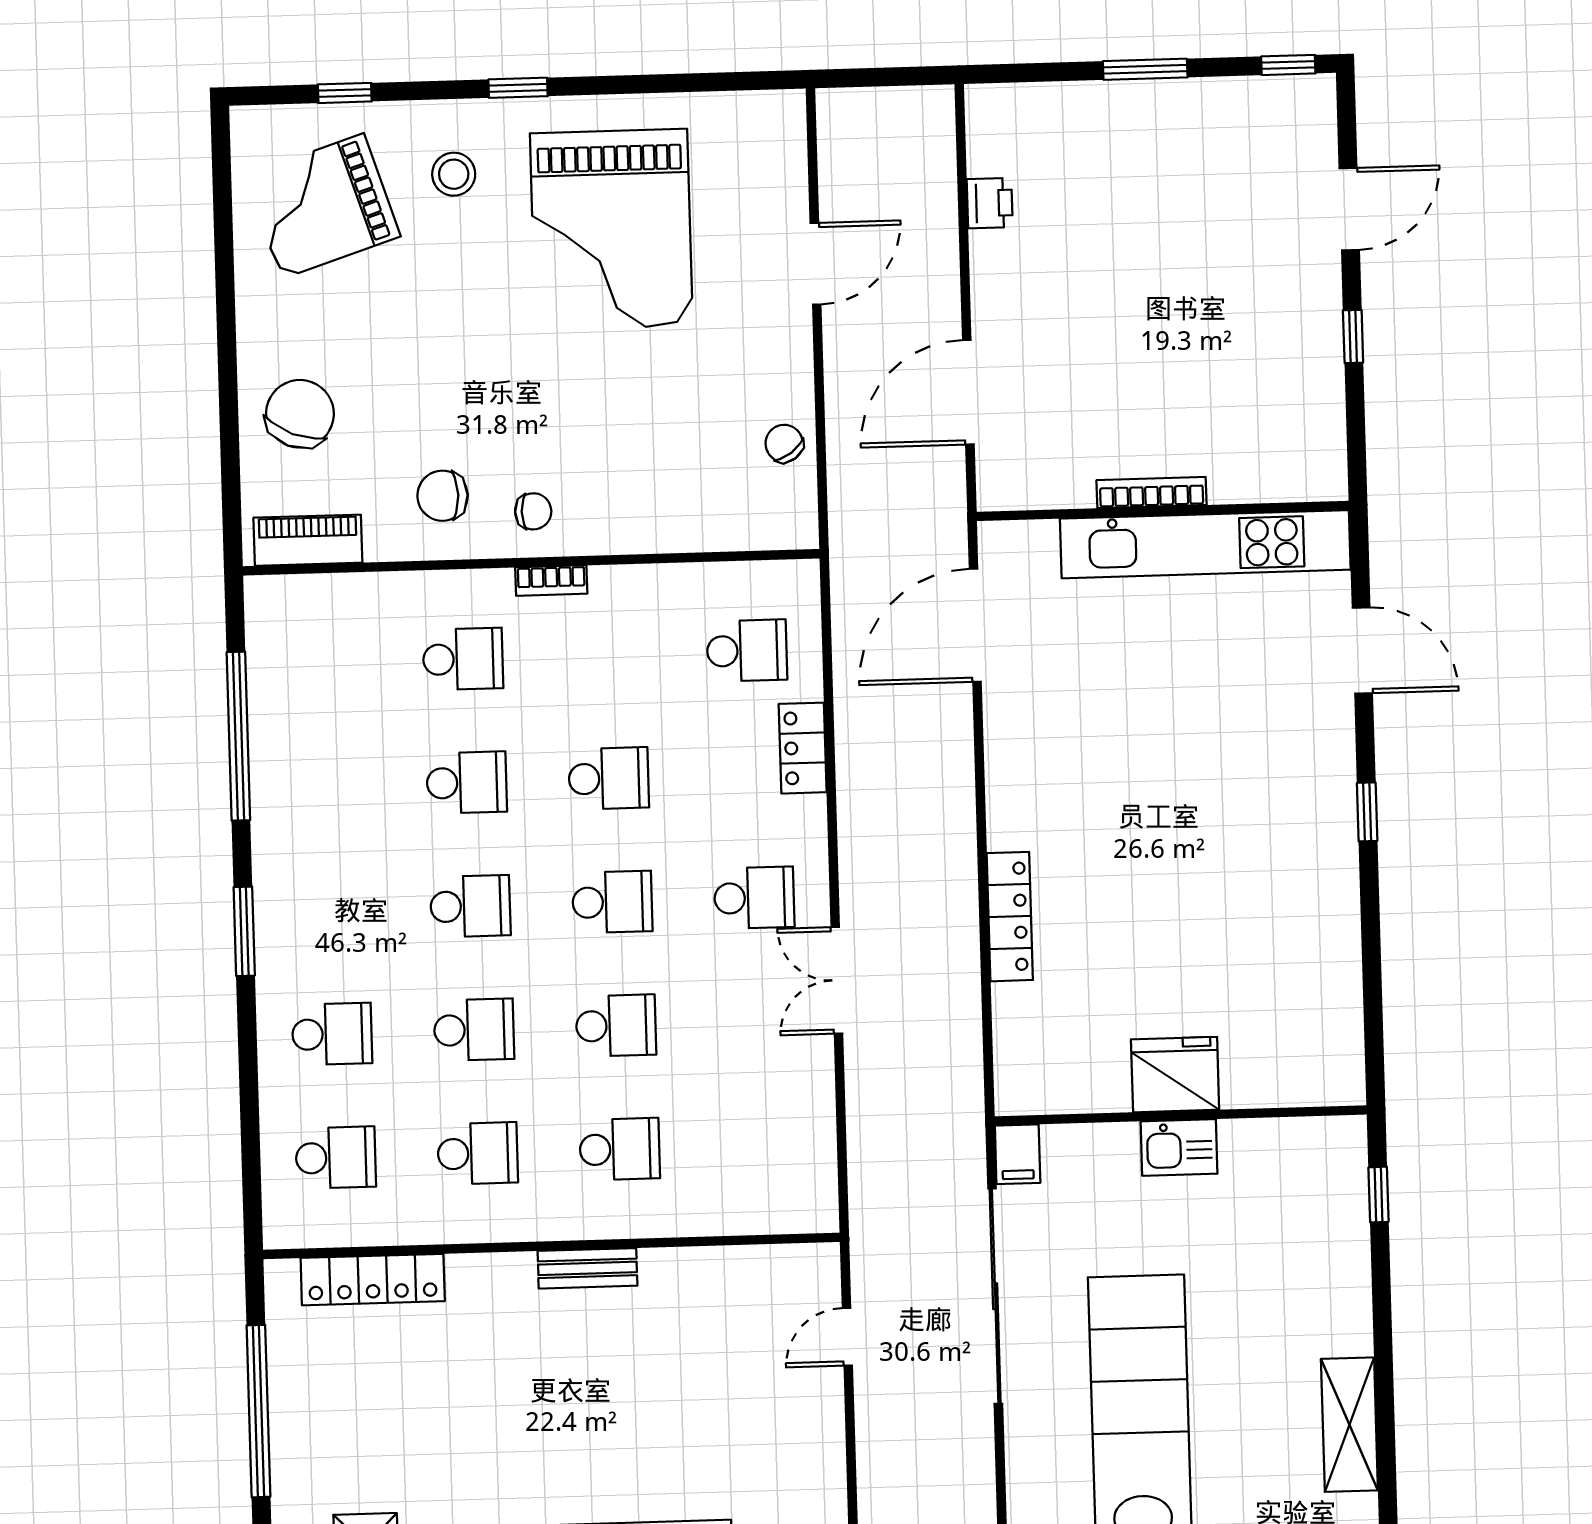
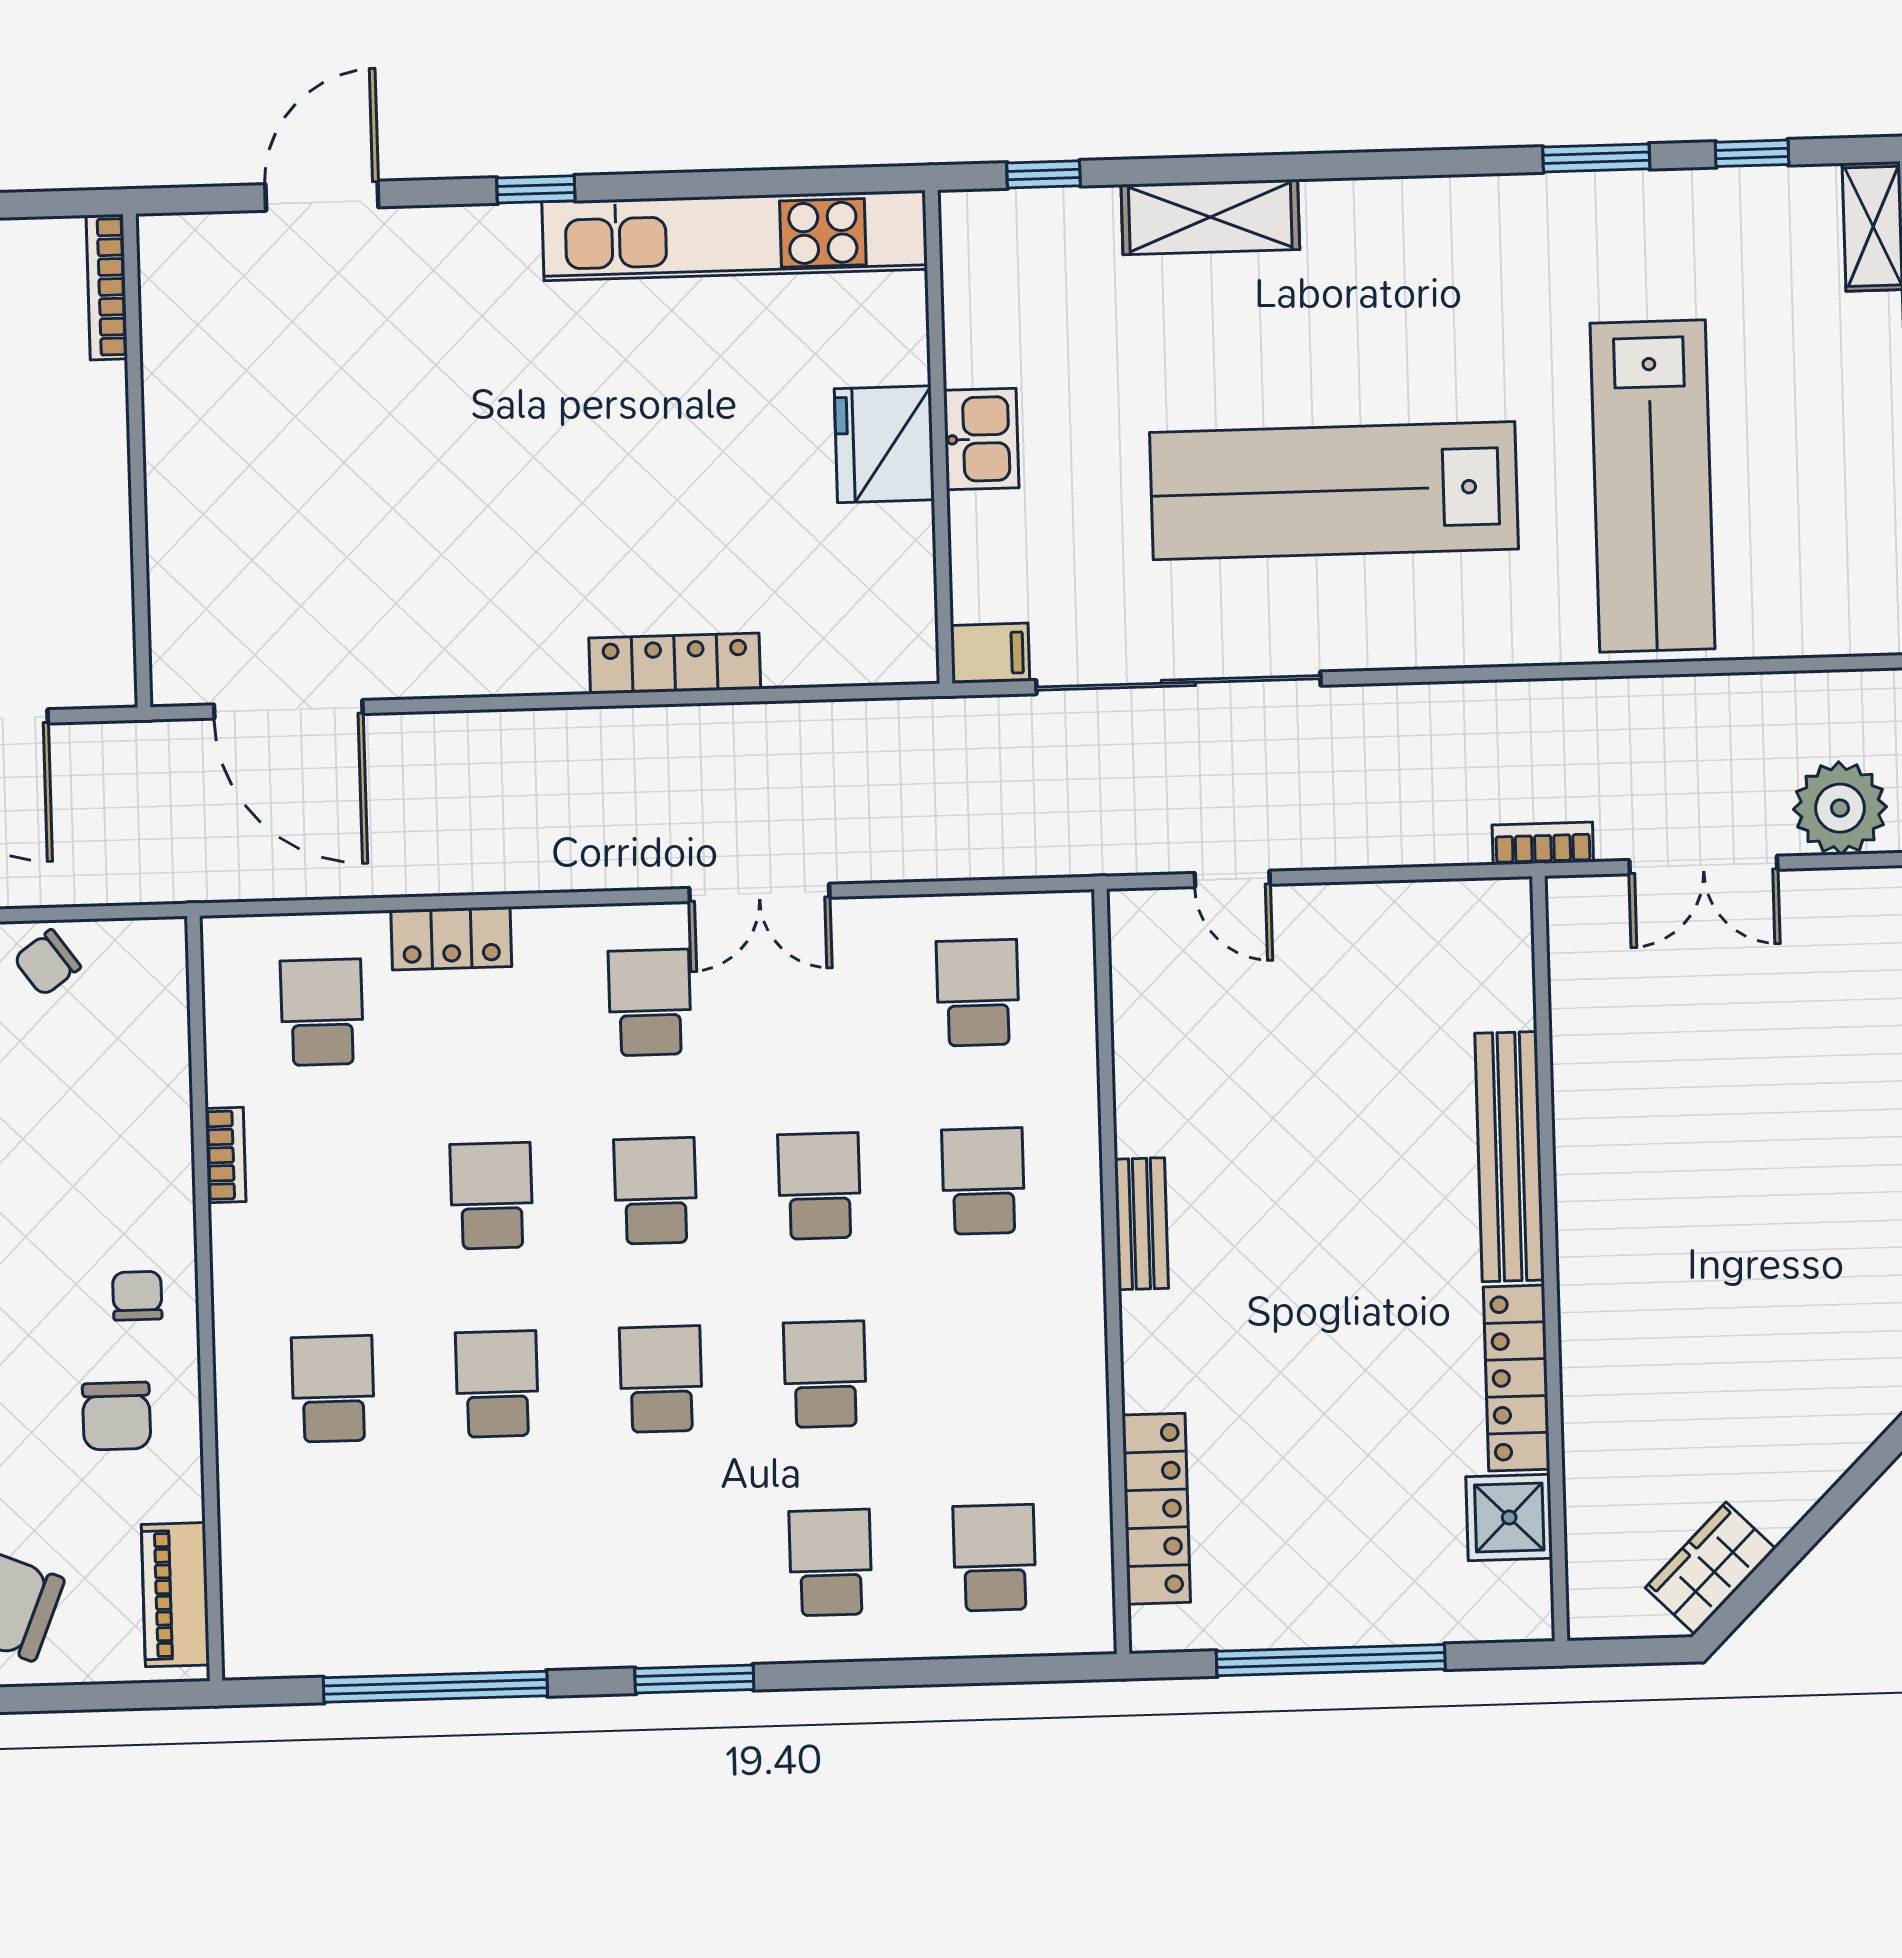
bookcase: (1151, 493) -> (107, 287), moved
kitchen unit: (1205, 544) -> (735, 236), moved, turned 90
bookcase: (551, 581) -> (226, 1155), moved
school desk: (478, 1153) -> (978, 993), moved
shelving: (1349, 1425) -> (1210, 217), moved

